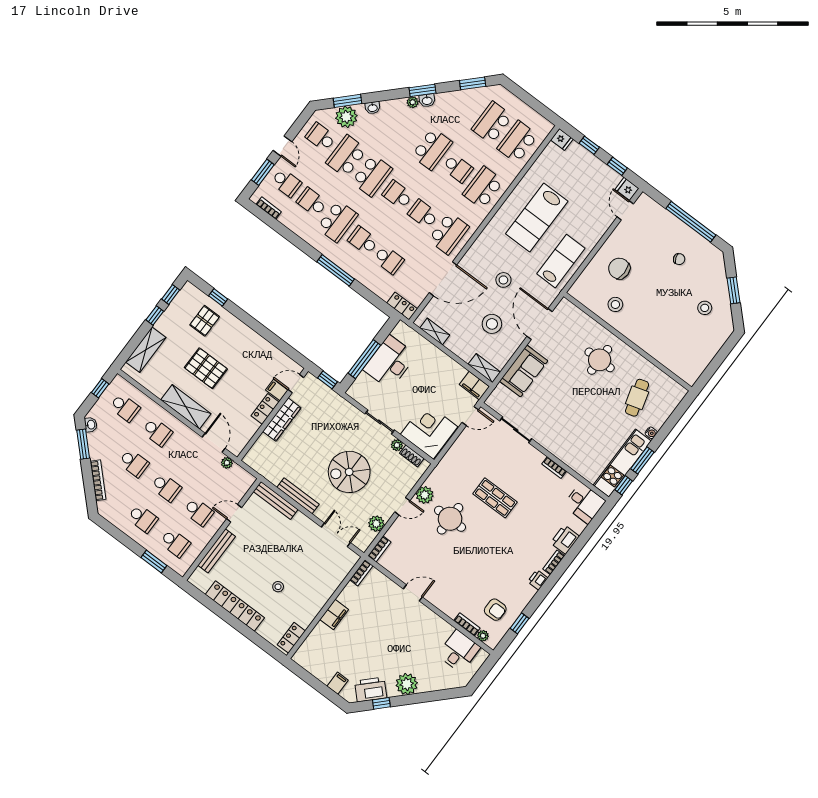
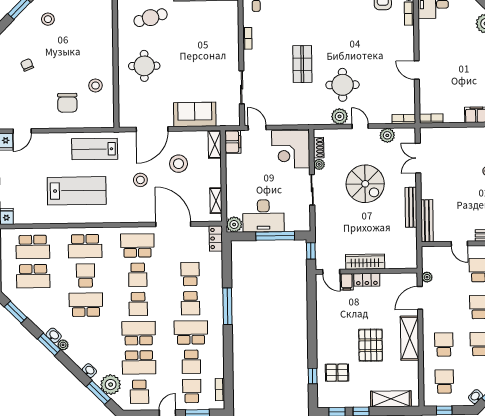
plant: (402, 331) -> (234, 224), added

